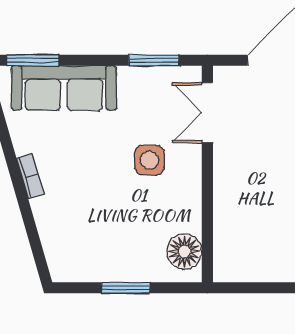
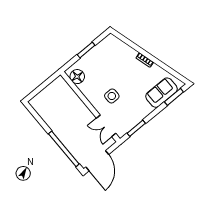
sofa: (64, 88) -> (162, 93), width x0.73
double door: (207, 113) -> (106, 126), swing flipped

